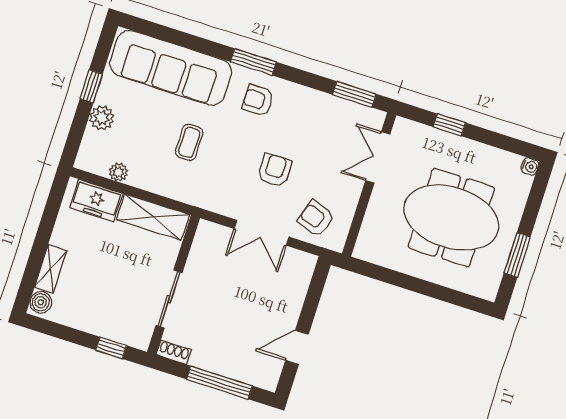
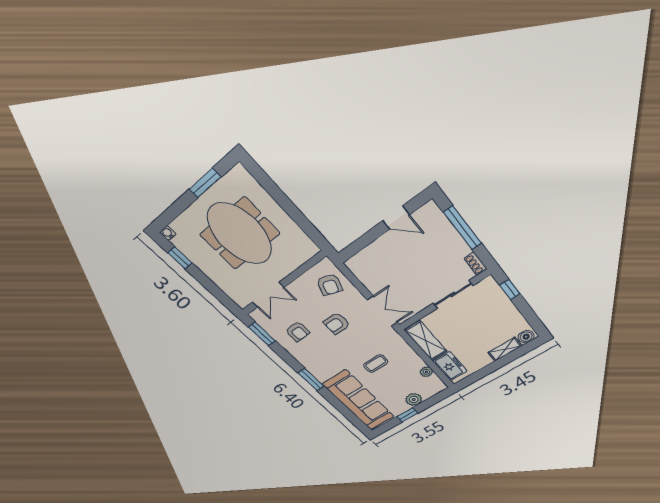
armchair: (258, 100) -> (298, 332), moved
window: (449, 125) -> (180, 258), moved
double door: (261, 233) -> (382, 311), moved

